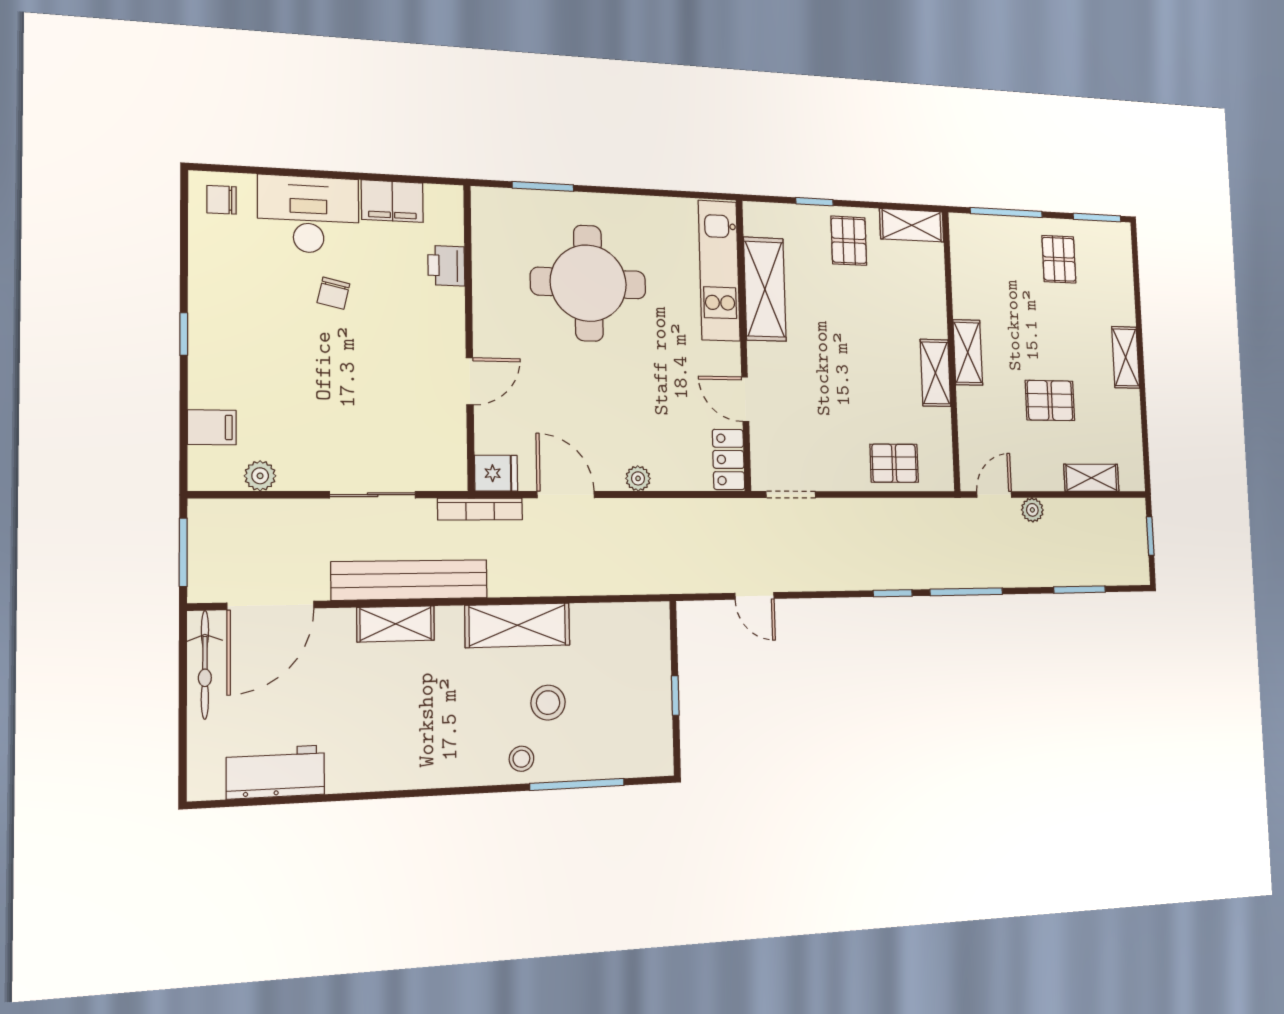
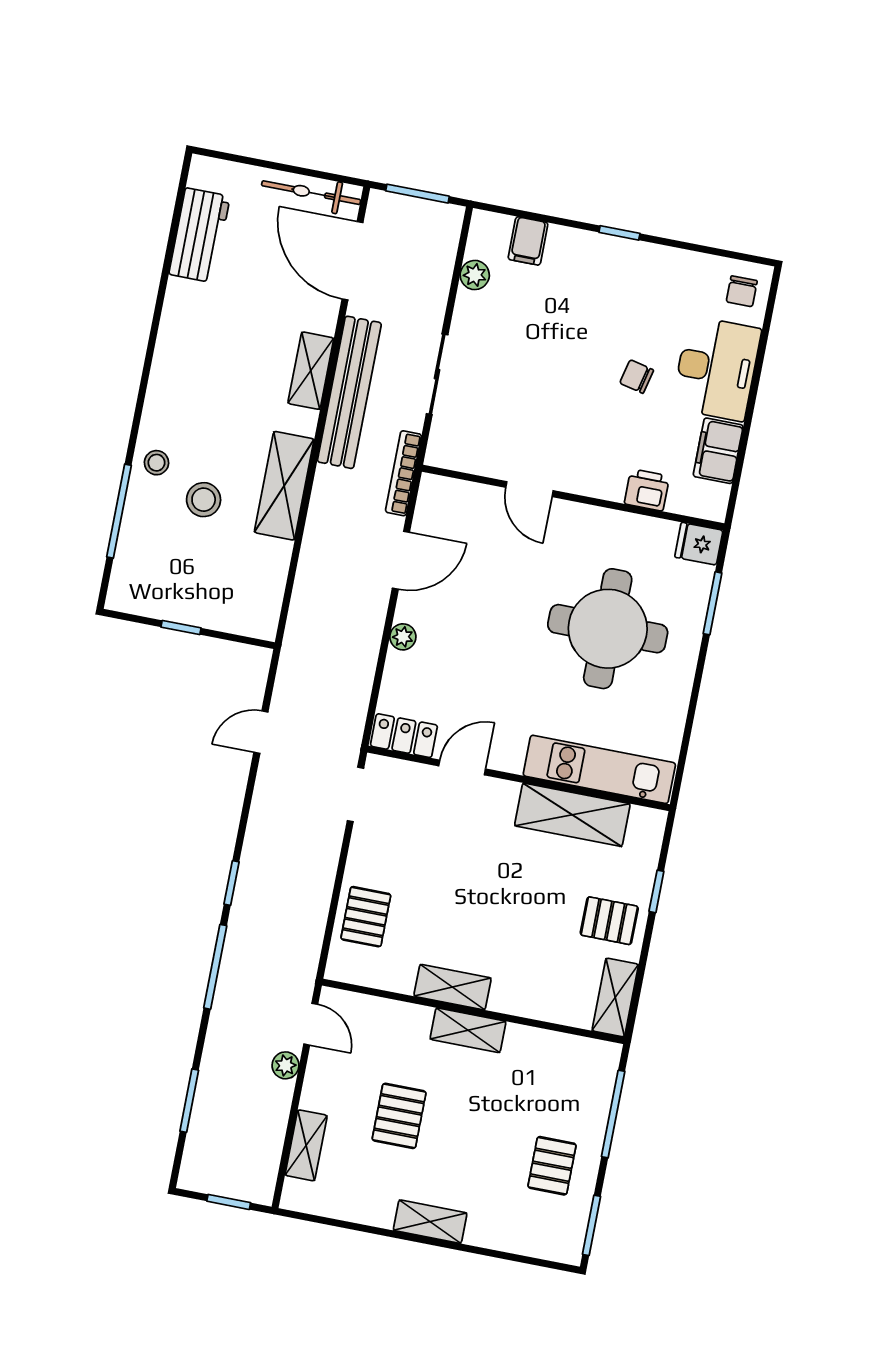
chair: (222, 200) -> (742, 291), turned 180
pallet: (1059, 259) -> (552, 1166), turned 90
fridge: (496, 473) -> (699, 544), moved, turned 90

